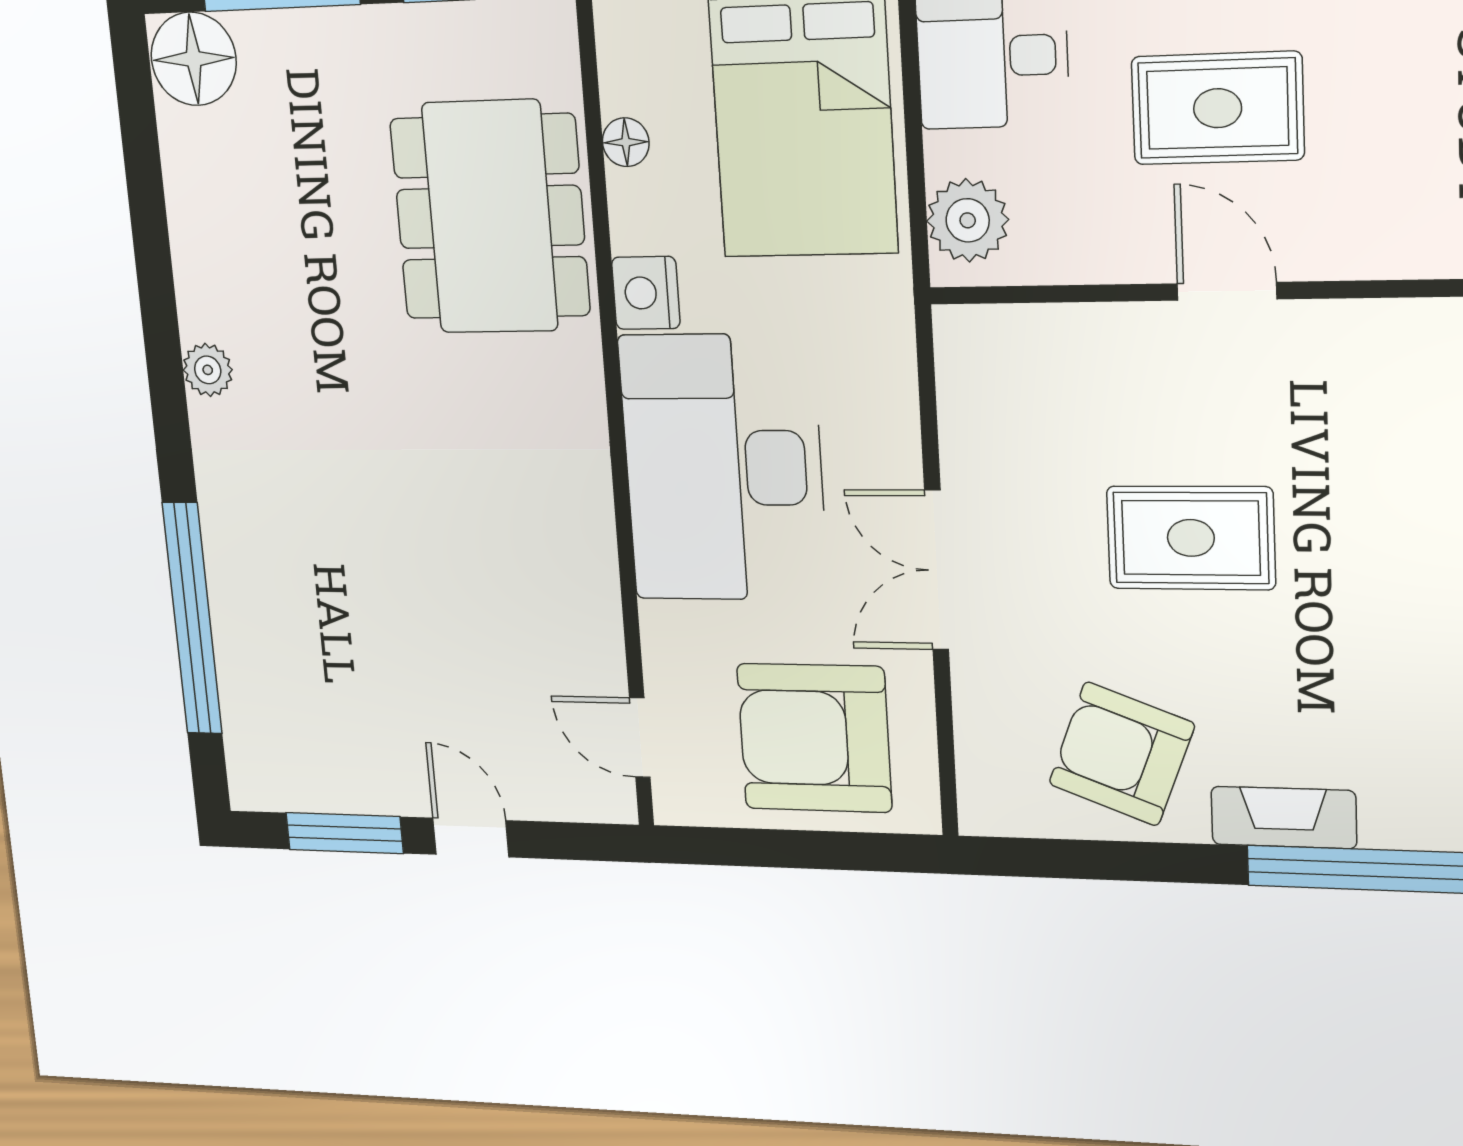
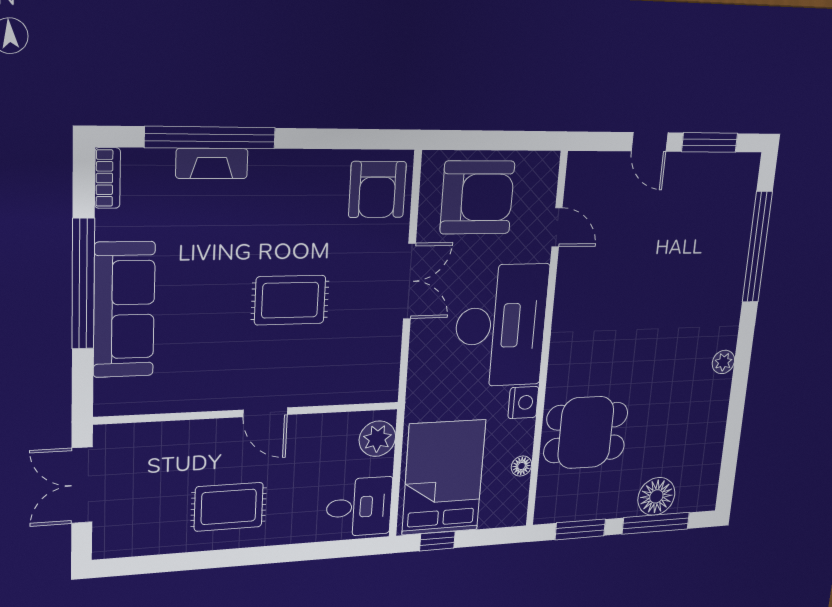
floor lamp: (194, 59) -> (656, 496), moved
rug: (1218, 108) -> (229, 507), moved
dining table: (490, 217) -> (586, 433), width x0.73
door: (640, 738) -> (557, 227), moved
armchair: (1122, 754) -> (377, 190), moved, turned 69
fireplace: (1284, 818) -> (212, 164), moved

